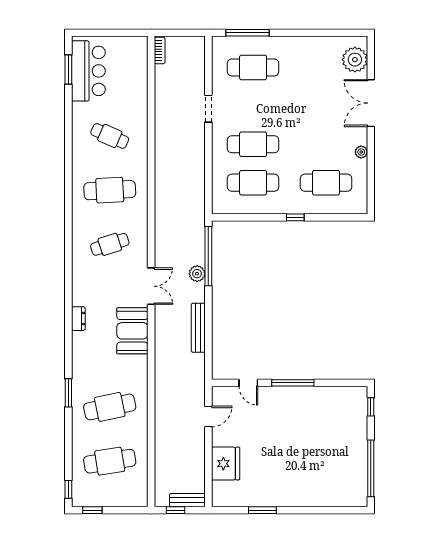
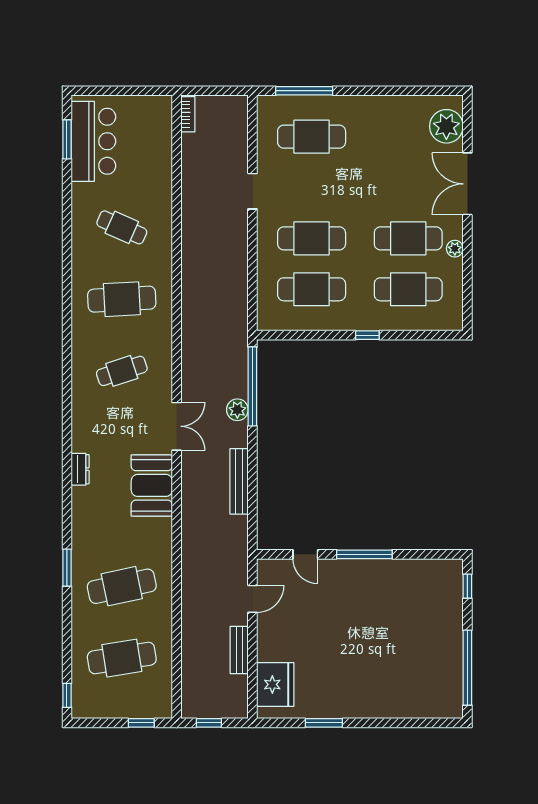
cafe table: (326, 144) -> (408, 238), added
fridge: (226, 464) -> (275, 684), moved
bench: (187, 500) -> (239, 650), moved, turned 90
window: (92, 510) -> (141, 723), moved

